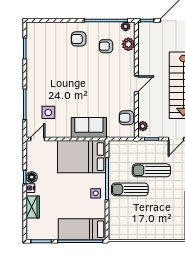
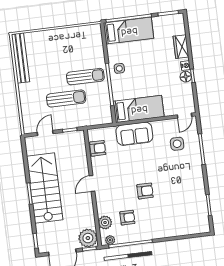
armchair: (79, 39) -> (145, 191), moved
plant: (143, 126) -> (88, 238), moved, width x1.88, depth x1.88
bed: (82, 157) -> (139, 109), width x0.67

